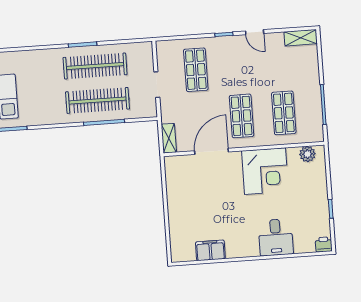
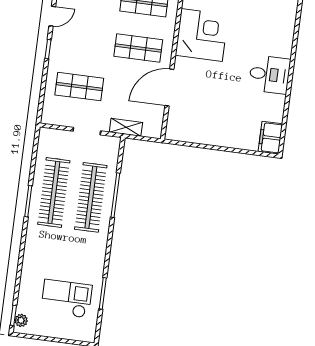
shelving: (169, 138) -> (126, 127), moved
door: (211, 151) -> (169, 87), hinge flipped
desk: (276, 237) -> (270, 74), moved
filing cabinet: (210, 250) -> (270, 138), moved

